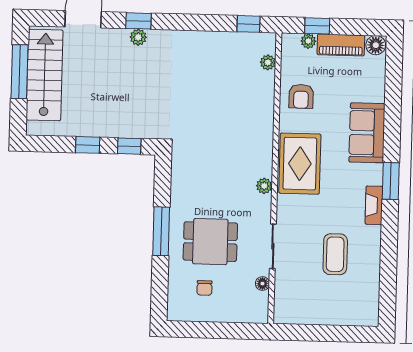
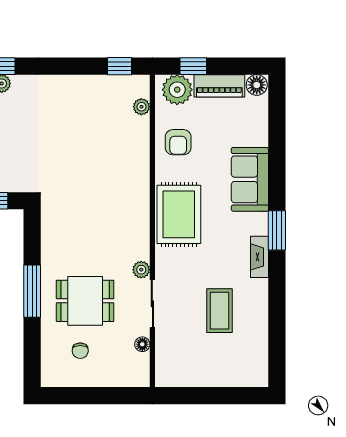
plant: (308, 41) -> (177, 90), width x1.88, depth x1.88
plant: (264, 186) -> (141, 270), moved

